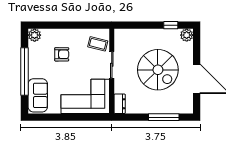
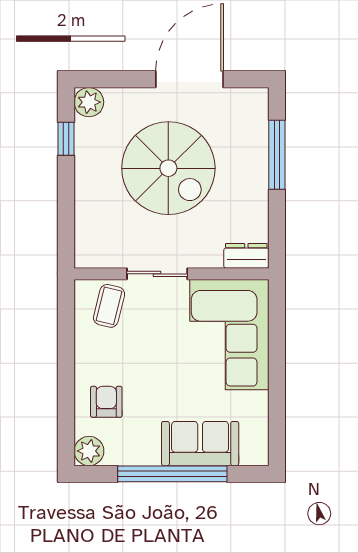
armchair: (62, 54) -> (106, 402), moved
spiral stairs: (158, 70) -> (168, 168), turned 90
sofa: (38, 95) -> (200, 444), moved

